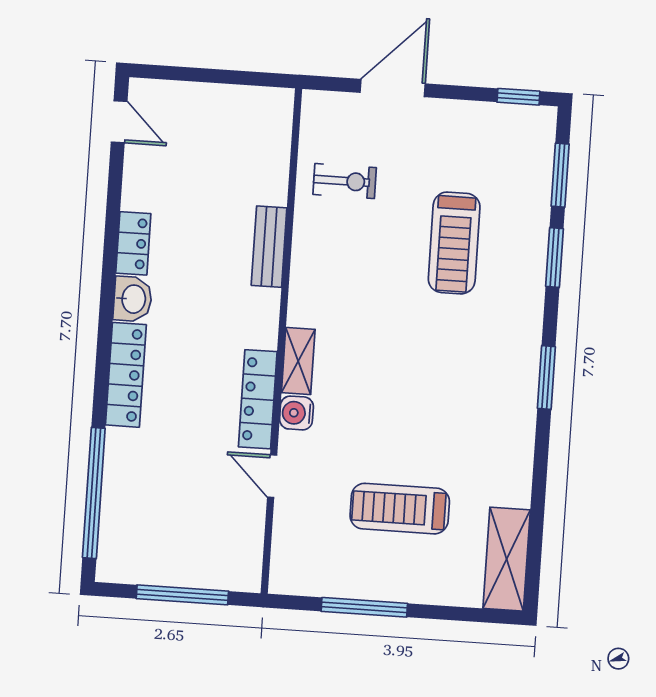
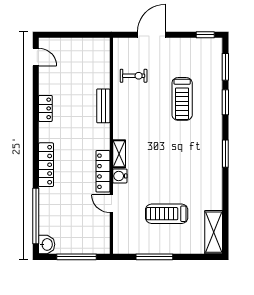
washbasin: (133, 299) -> (47, 244), moved

